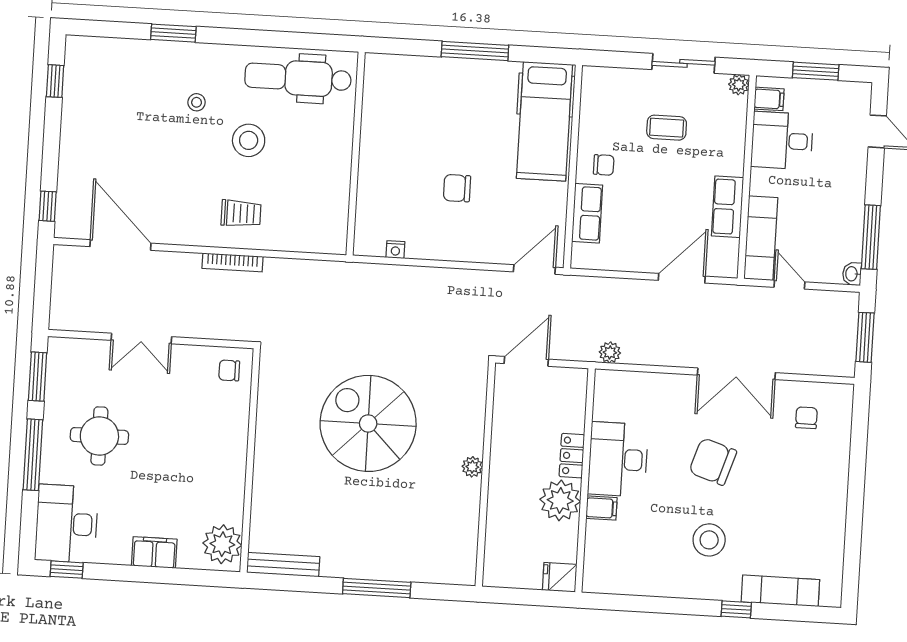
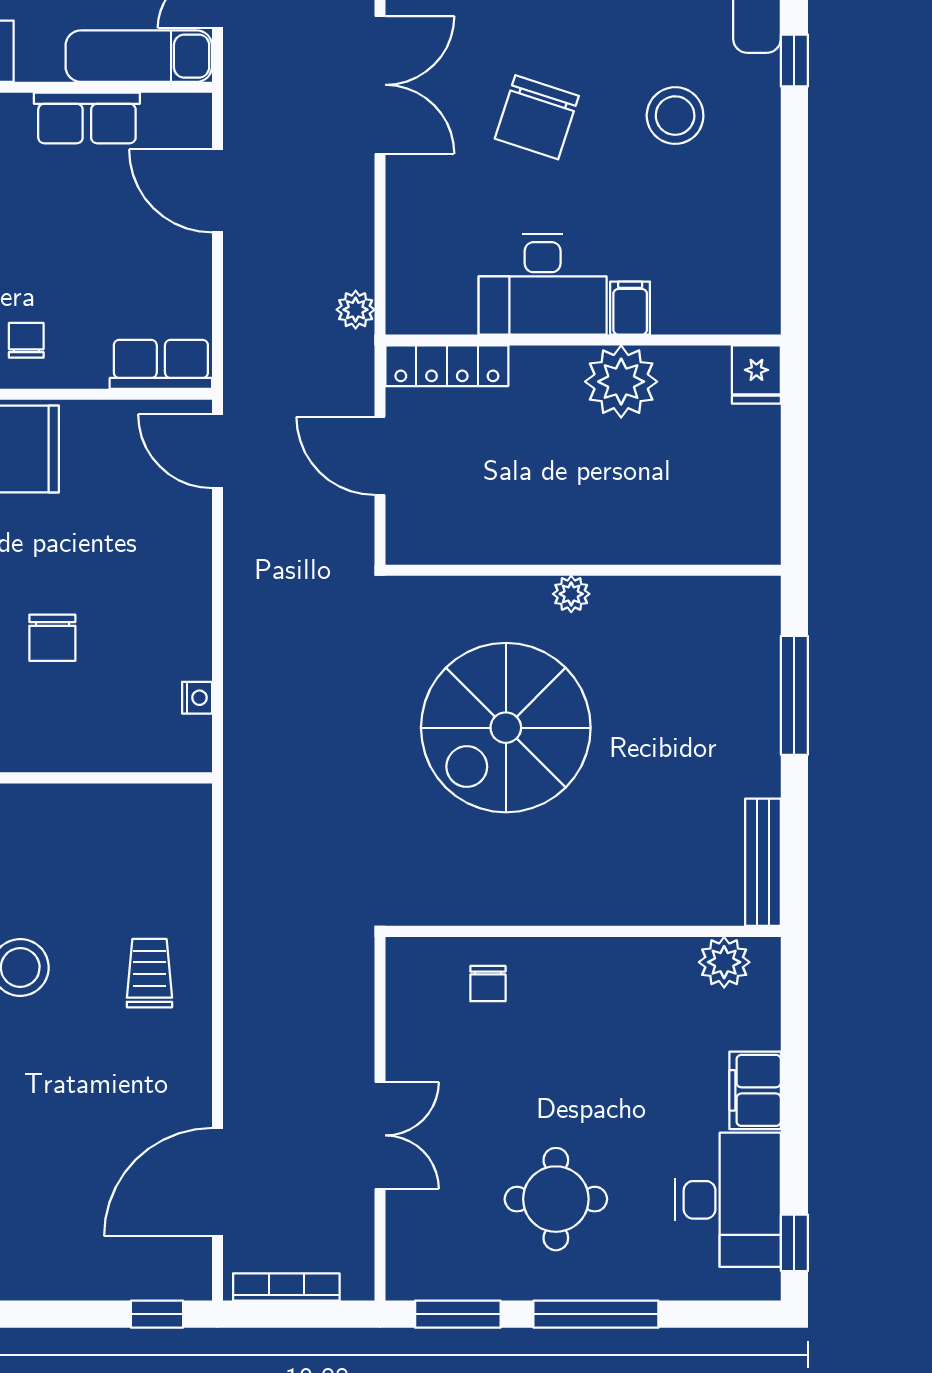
chair: (457, 188) -> (52, 638), moved
row of seats: (587, 213) -> (161, 364), moved
bookcase: (232, 262) -> (286, 1287), moved, turned -90
chair: (229, 370) -> (488, 984), moved
locker: (572, 456) -> (447, 366), moved, width x1.53
plant: (472, 467) -> (571, 594), moved
wall: (485, 474) -> (583, 570), moved
desk: (66, 524) -> (728, 1200), moved, turned -90
plant: (222, 544) -> (724, 962), width x0.73, depth x0.73

